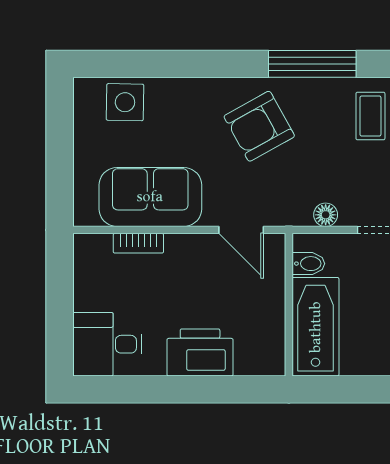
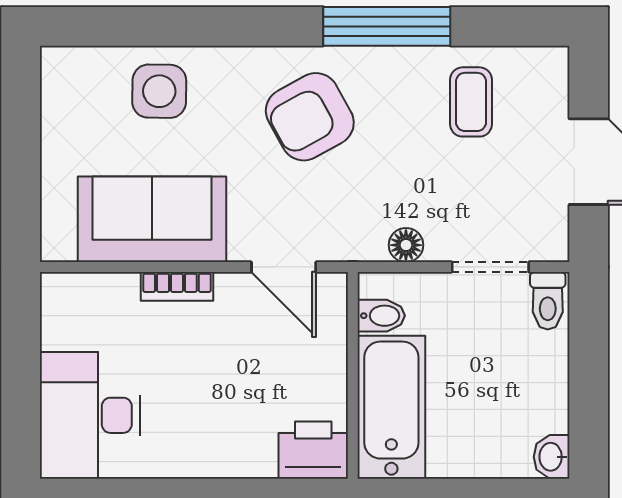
side table: (125, 102) -> (159, 91), moved
bookcase: (138, 243) -> (177, 286), moved
desk: (107, 344) -> (90, 415), width x1.37
printer: (200, 352) -> (313, 450), moved, width x0.73, depth x0.84

